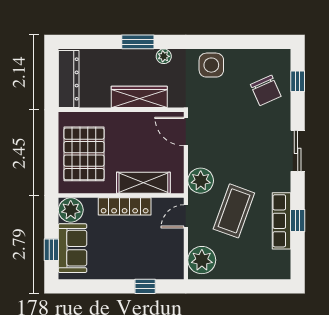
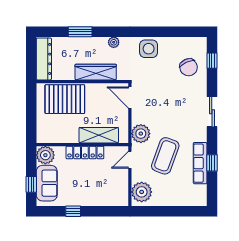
window: (138, 42) -> (80, 32), moved
pallet: (84, 154) -> (65, 99), moved, turned 90
window: (145, 286) -> (73, 211), moved

